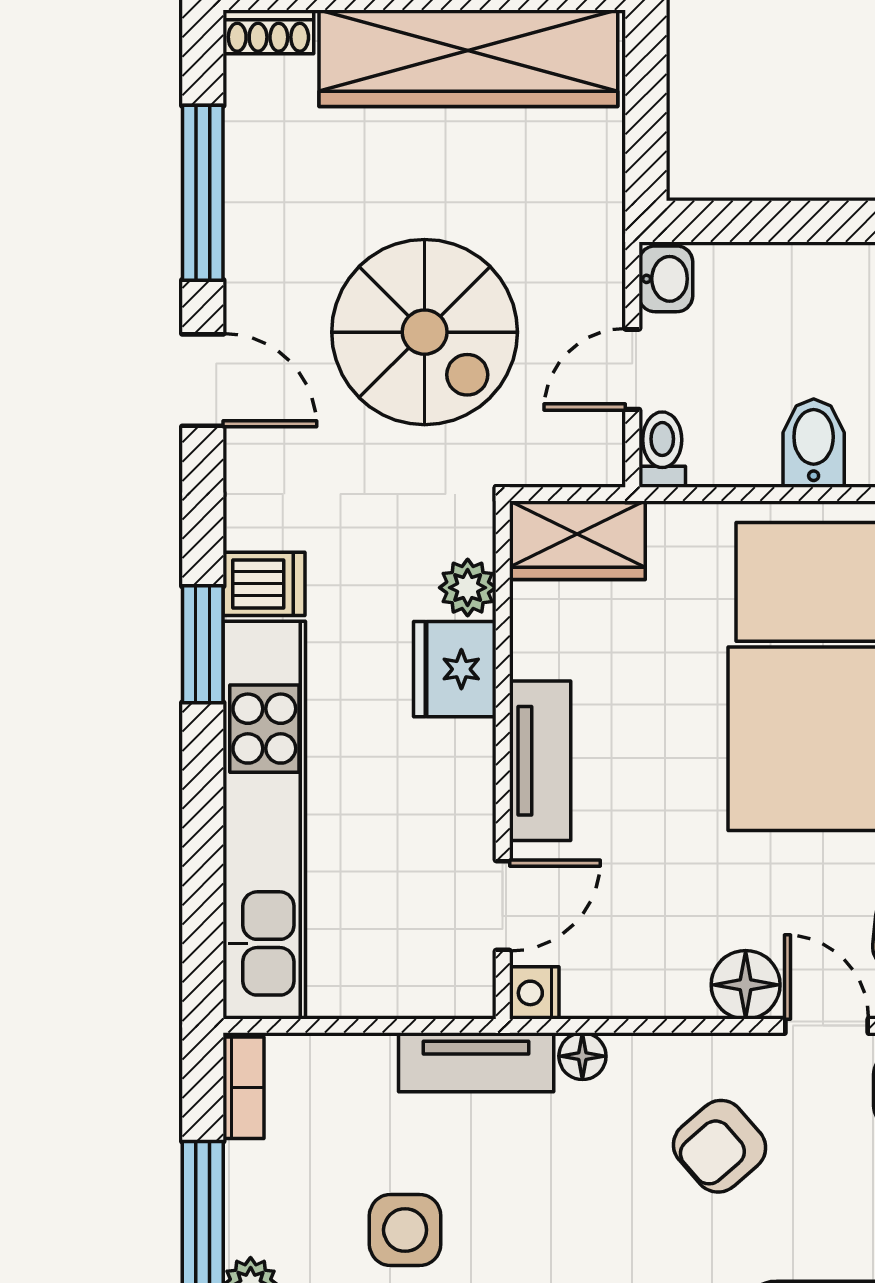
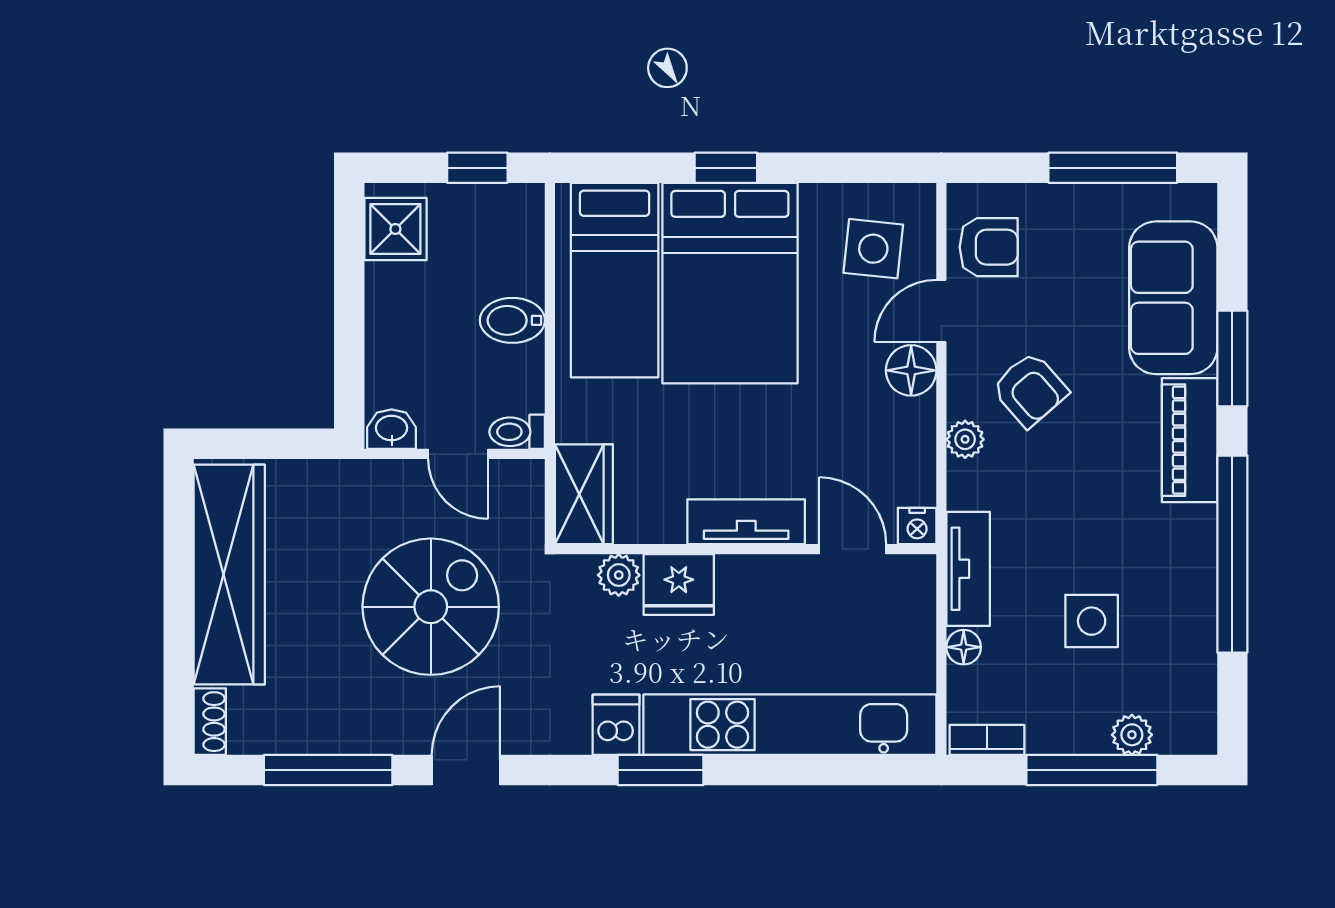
floor lamp: (582, 1056) -> (964, 647), moved
plant: (652, 1058) -> (965, 439), added

